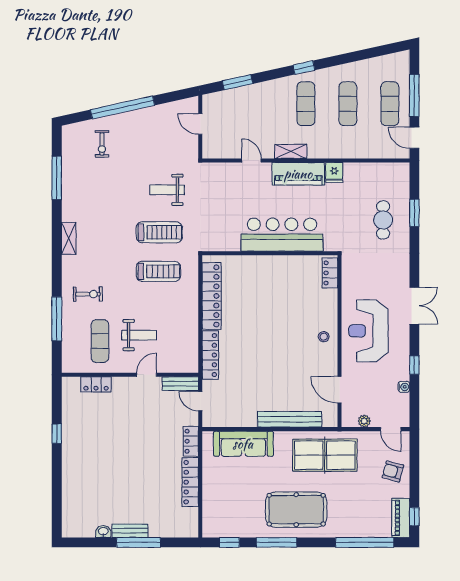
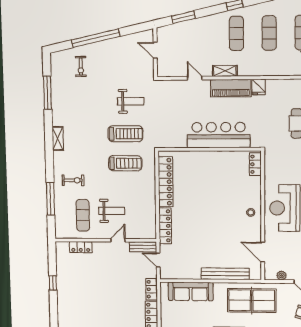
weight bench: (167, 190) -> (131, 101), turned 180

